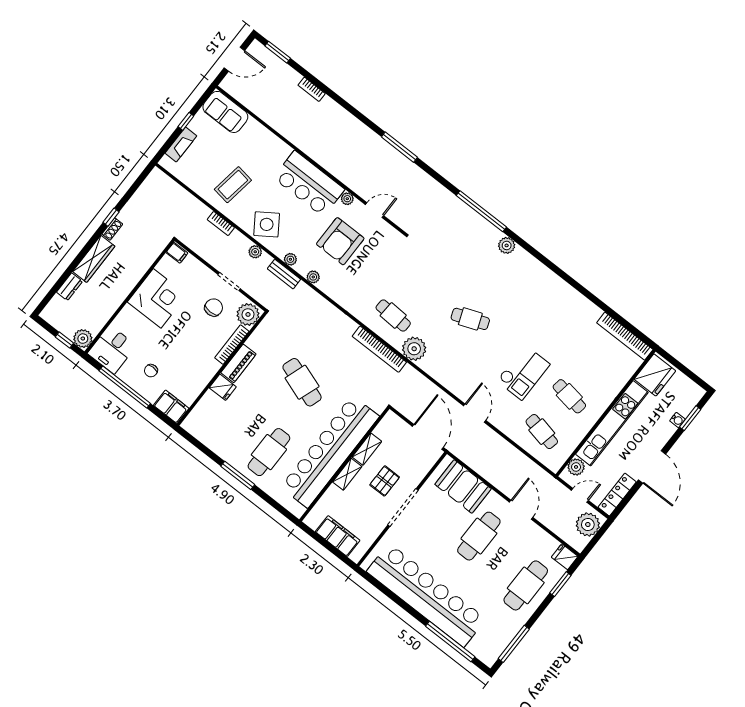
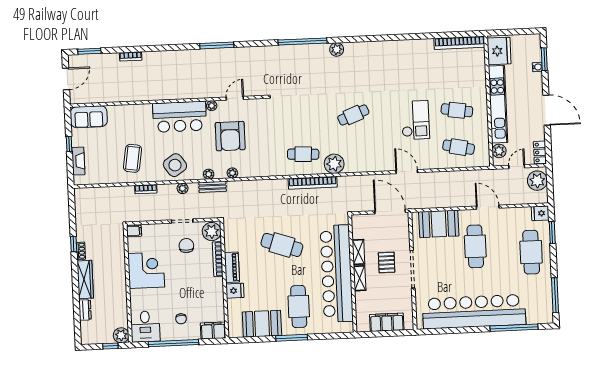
booth: (222, 439) -> (262, 324), added
locker: (617, 495) -> (540, 152), width x0.66

